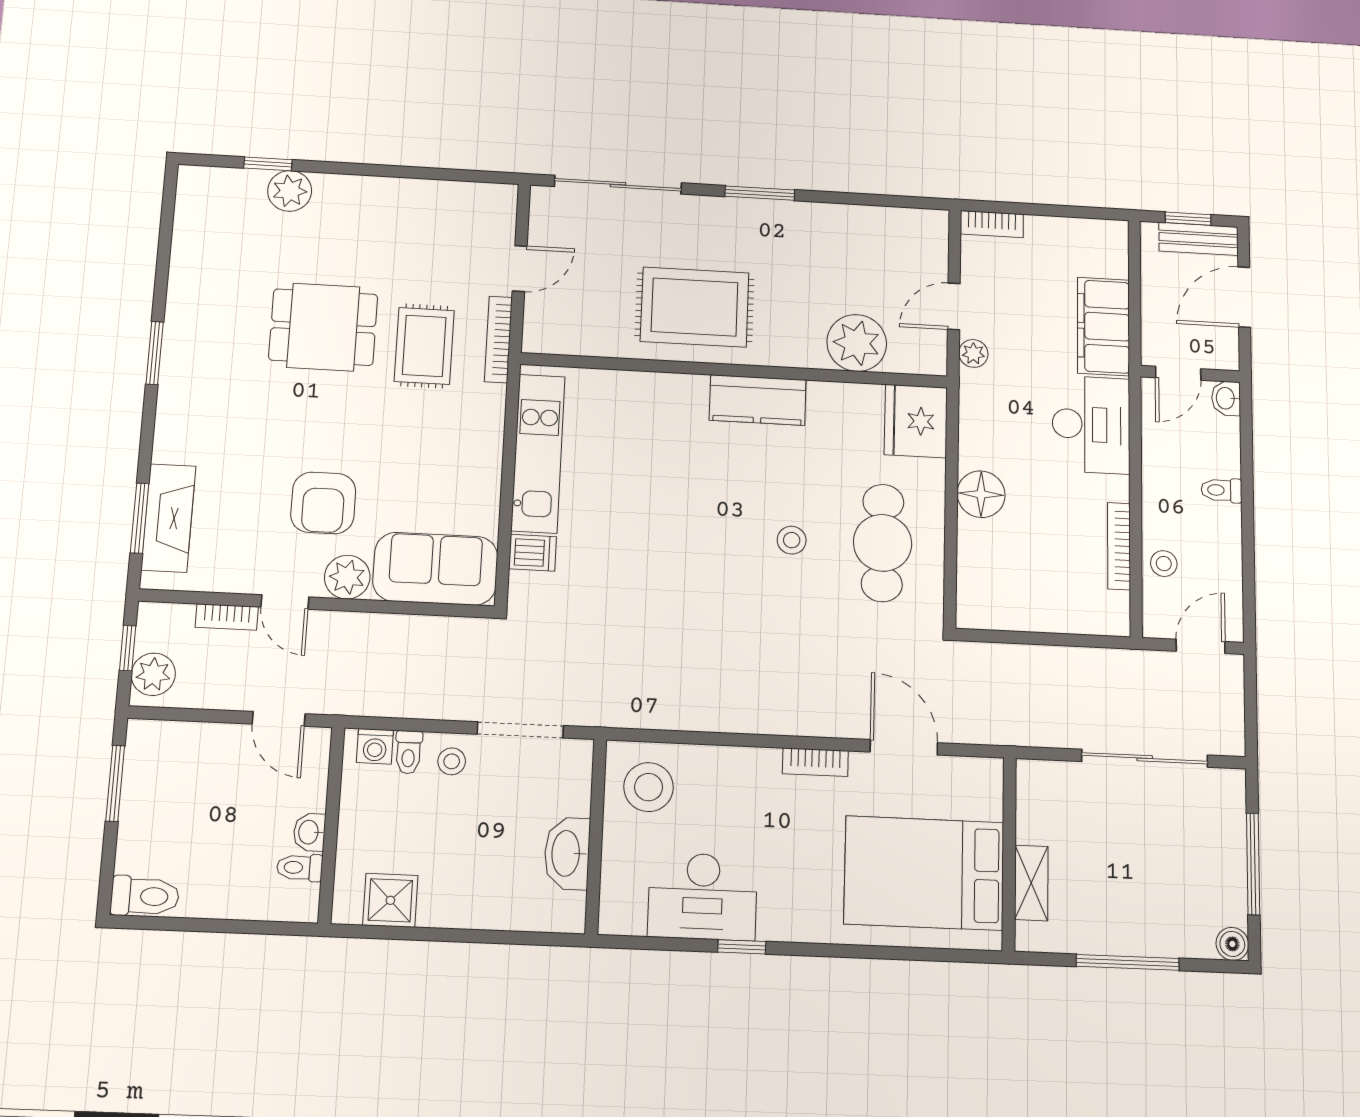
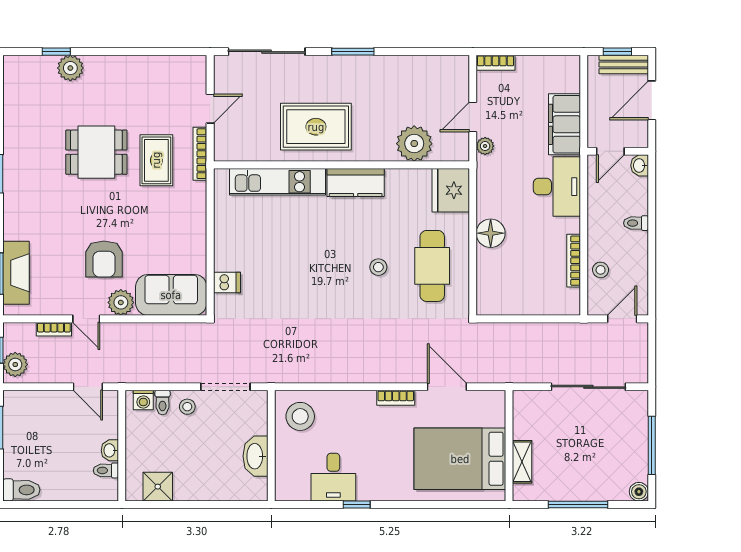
kitchen unit: (538, 453) -> (278, 182), moved, turned 90
desk: (703, 896) -> (333, 477), width x0.73

